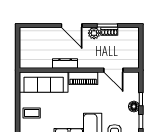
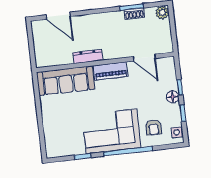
door: (72, 26) -> (58, 16), moved
plant: (94, 33) -> (162, 13), moved
coffee table: (32, 113) -> (56, 118), removed

